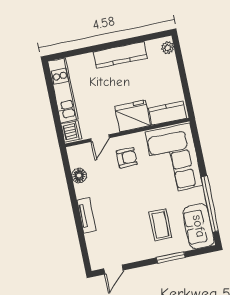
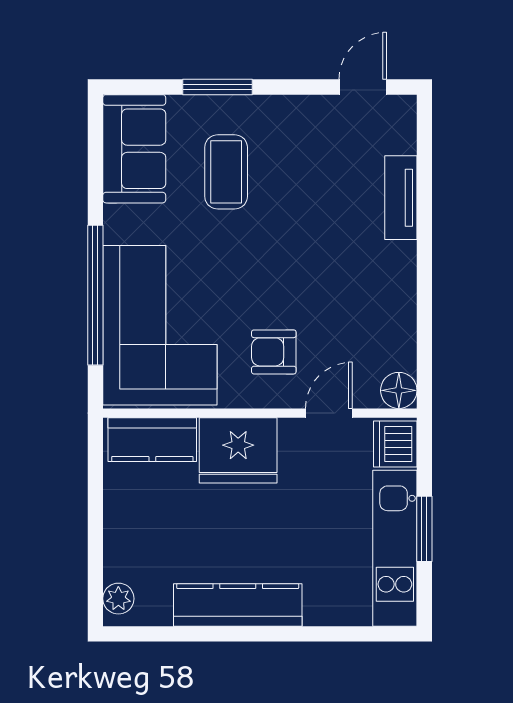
window: (53, 100) -> (424, 529), added
floor lamp: (79, 176) -> (399, 390), moved
window: (210, 204) -> (95, 295), moved
tv unit: (87, 215) -> (401, 198), moved

